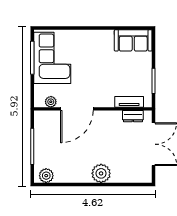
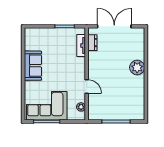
sofa: (133, 40) -> (33, 66), moved
door: (77, 109) -> (87, 87), width x0.53
plant: (46, 176) -> (139, 110), removed

